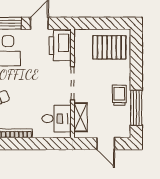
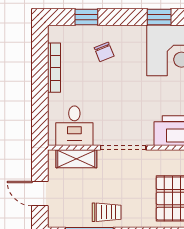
door: (106, 144) -> (40, 194), hinge flipped

